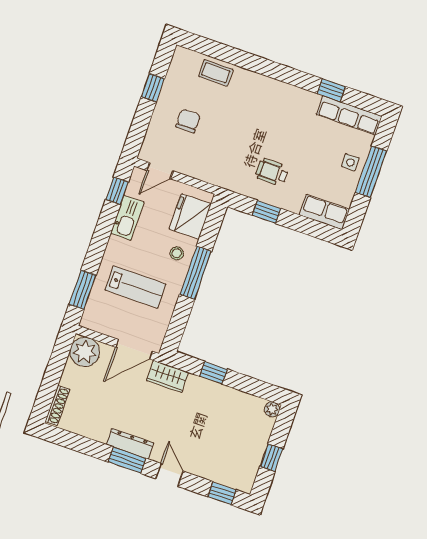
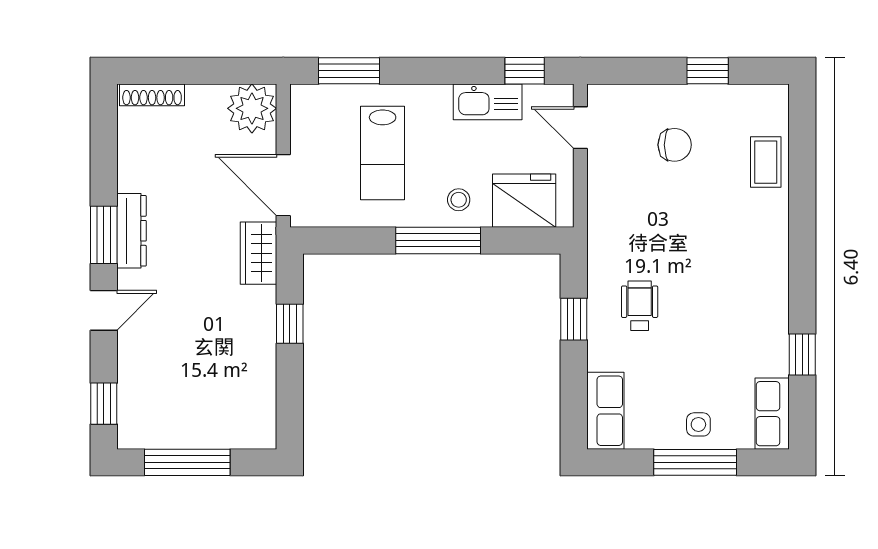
row of seats: (349, 115) -> (772, 414), width x0.68
plant: (272, 409) -> (264, 437), removed
window: (271, 458) -> (187, 462), width x2.17

